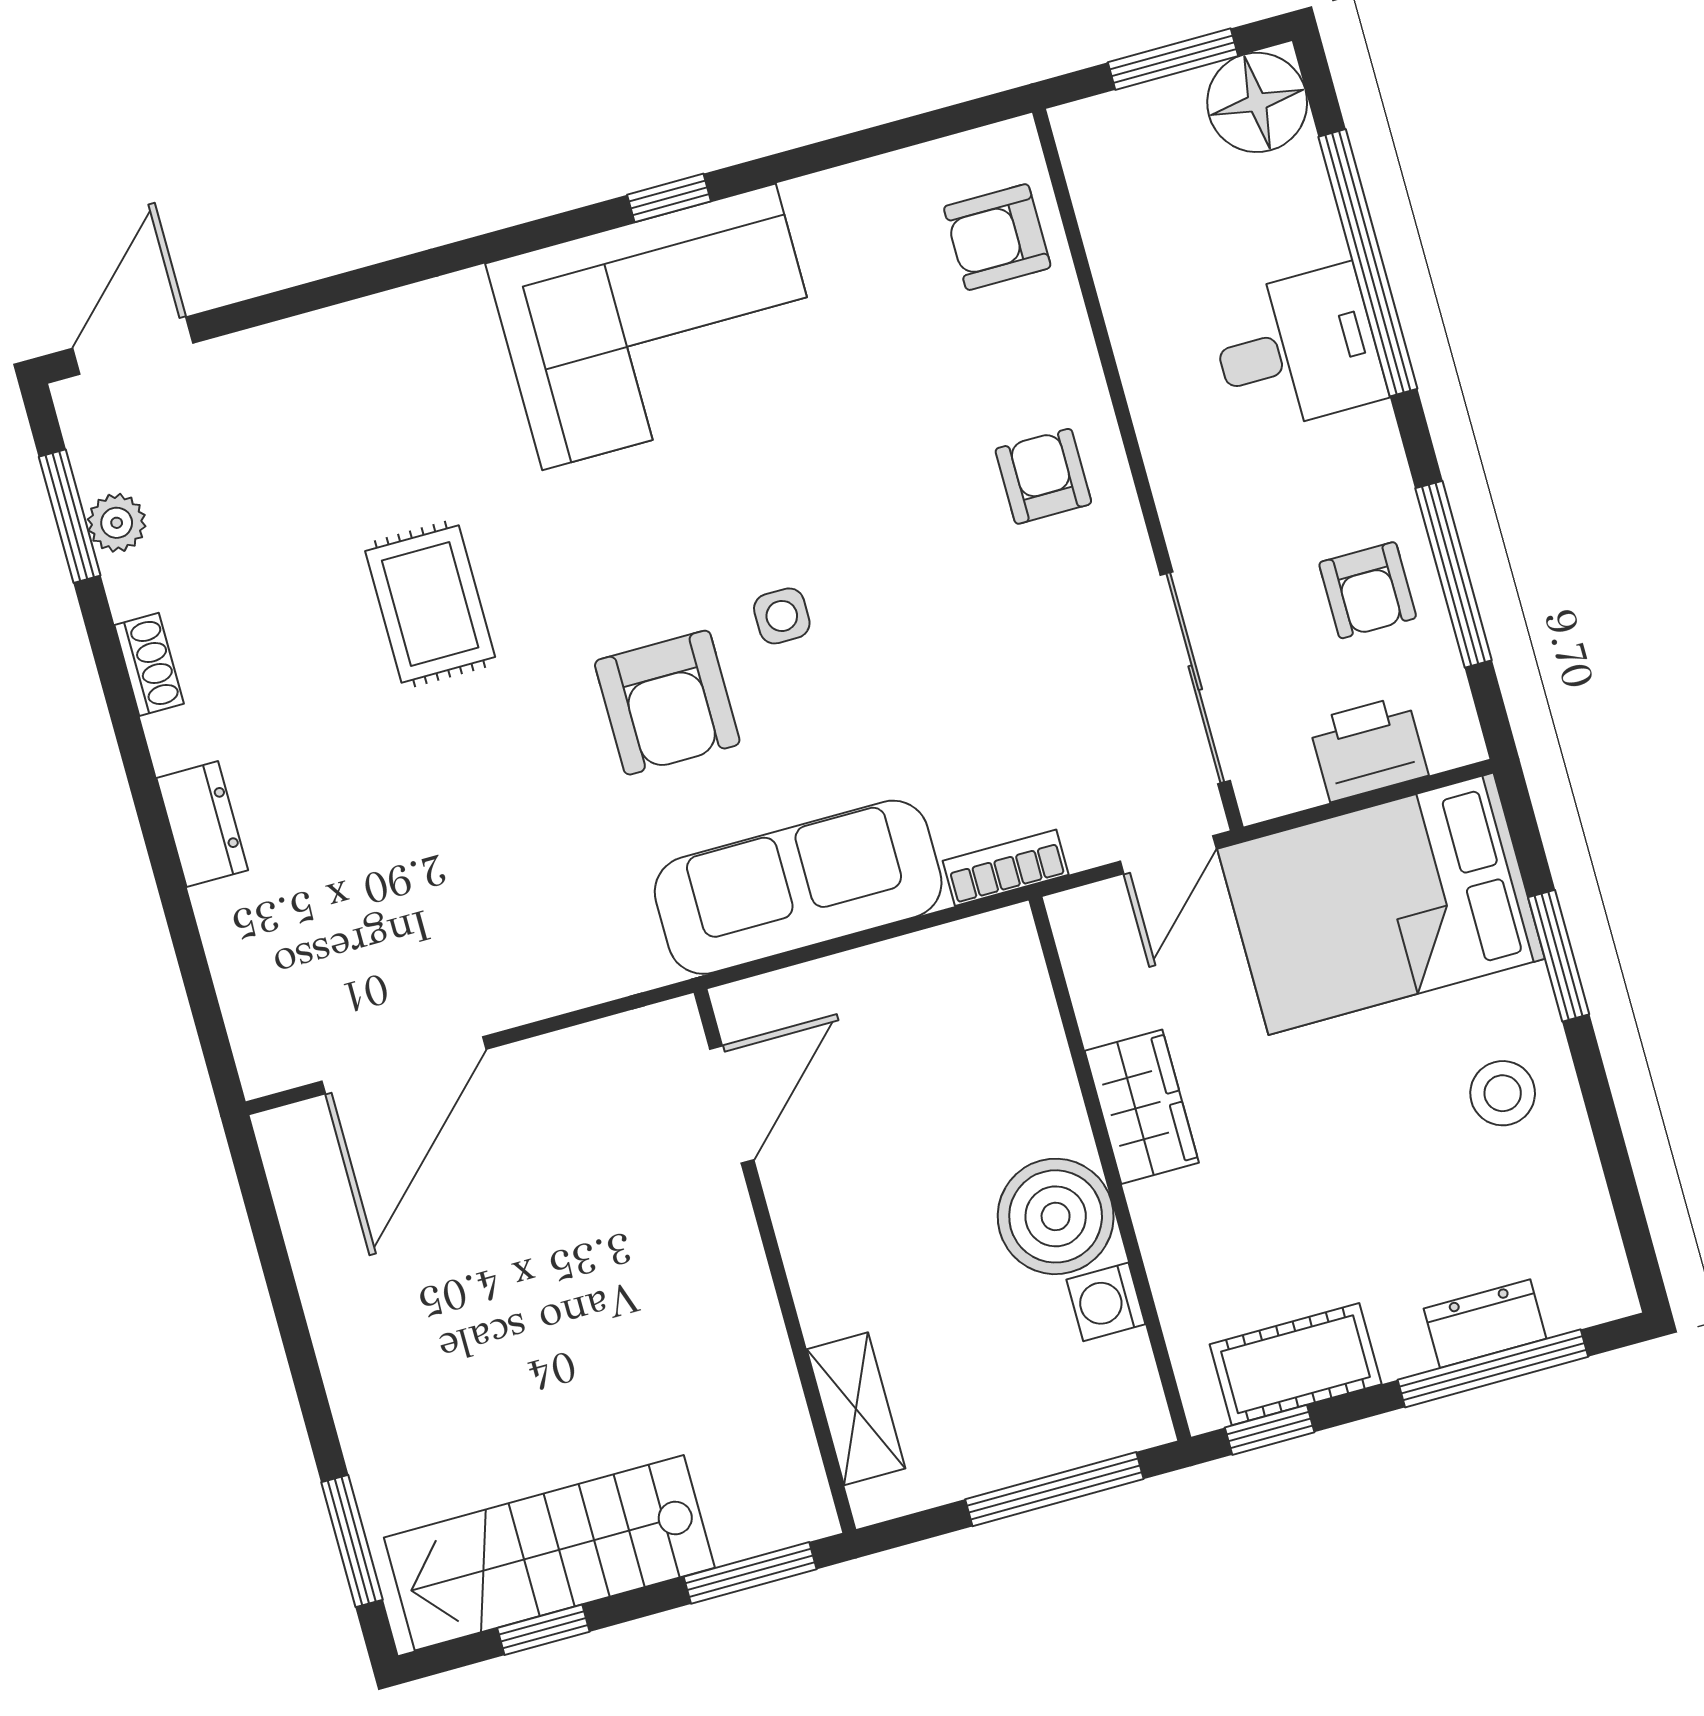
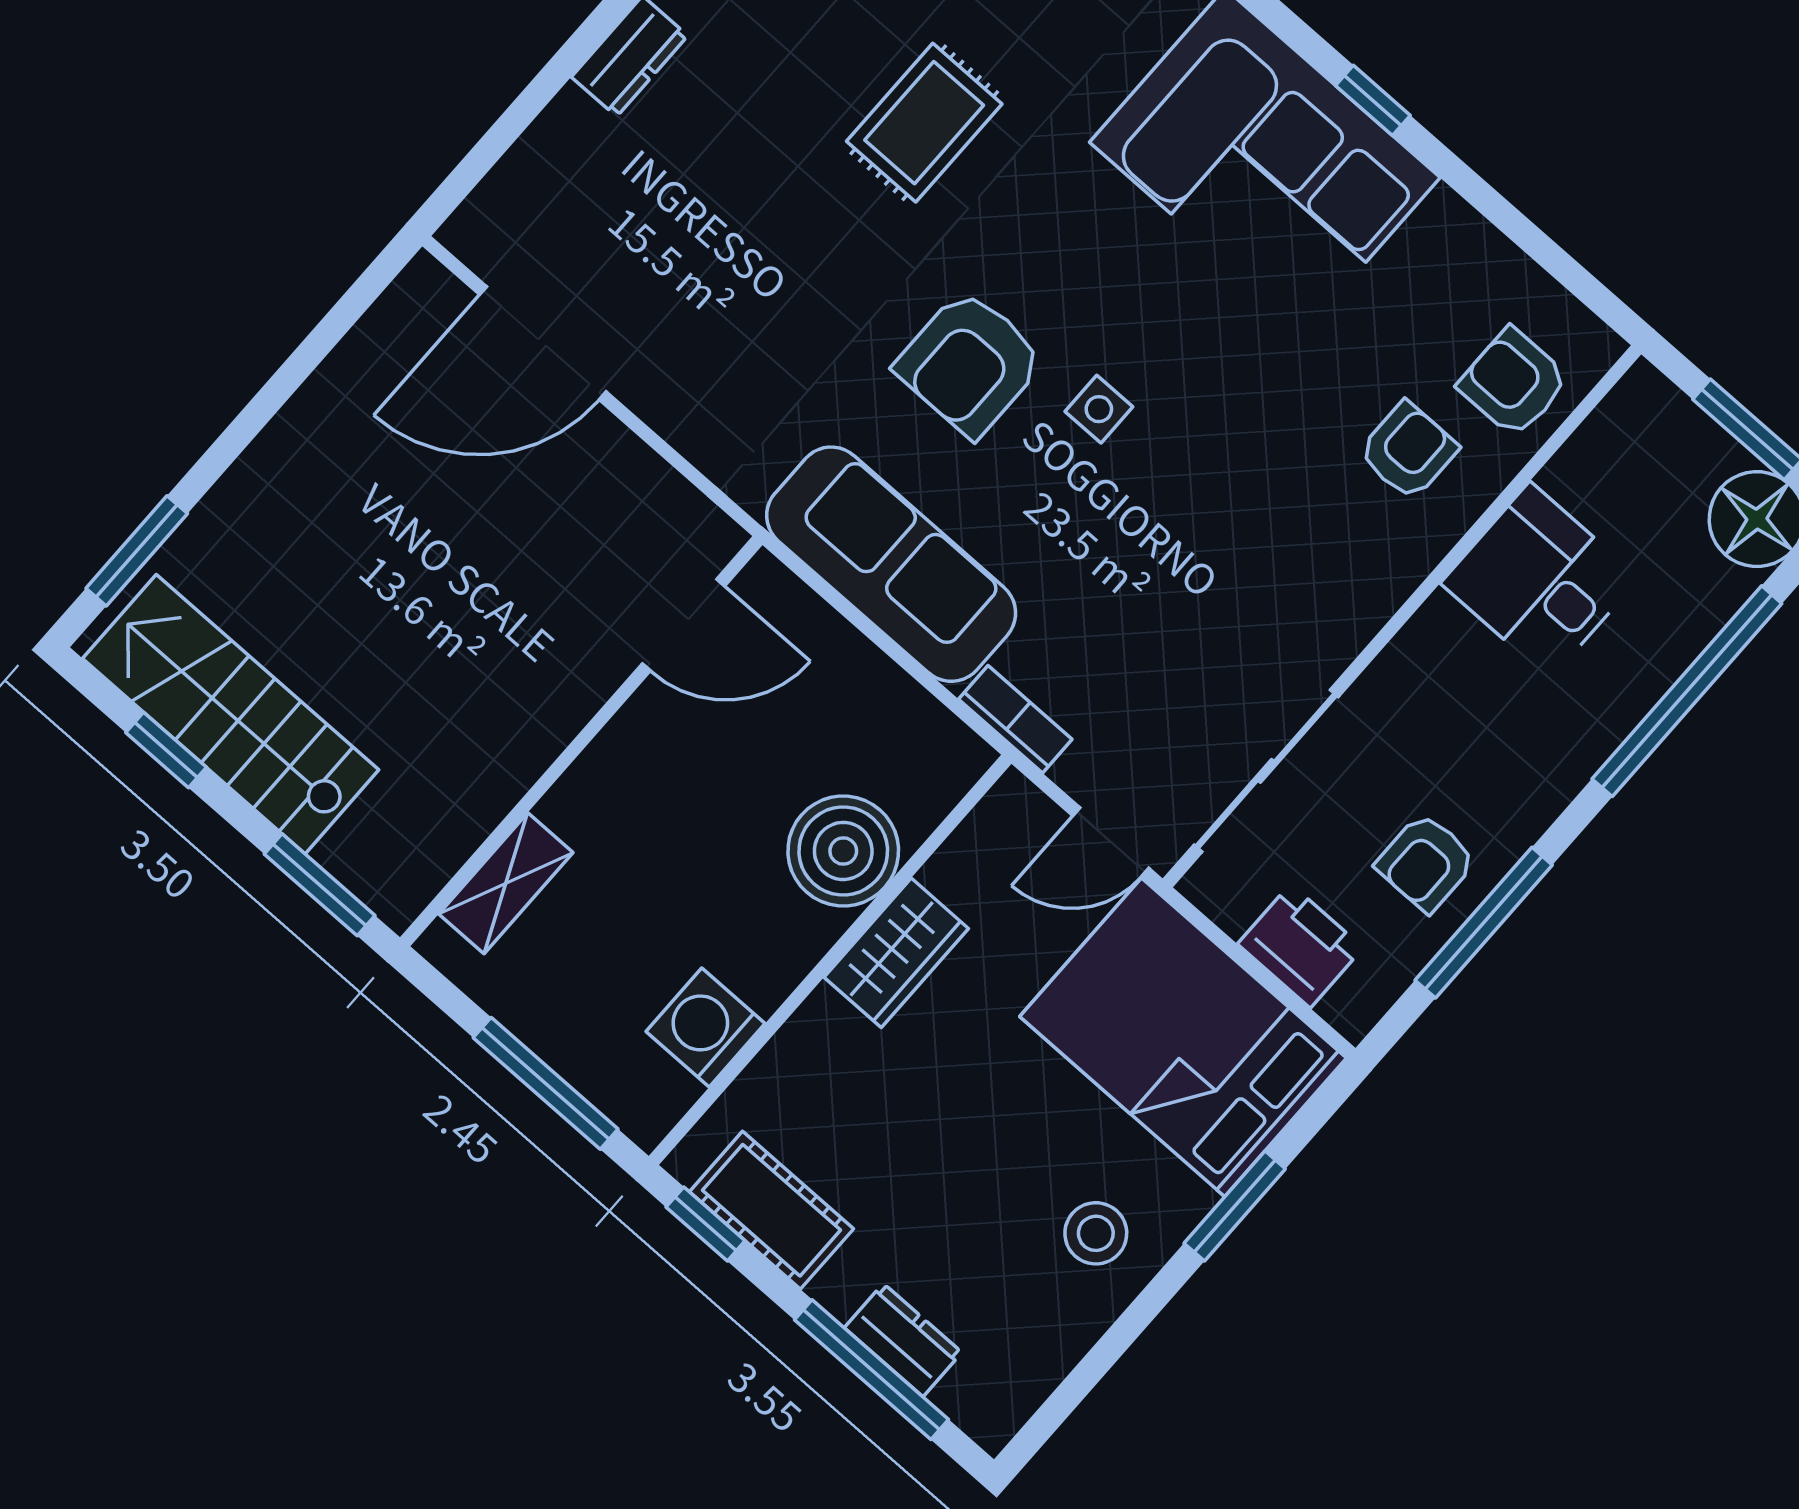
desk: (1297, 349) -> (1540, 580), moved, turned 180
armchair: (1043, 476) -> (1408, 451), moved
boiler: (1056, 1216) -> (843, 851), moved
washing machine: (1106, 1302) -> (705, 1027), width x1.38, depth x1.38

